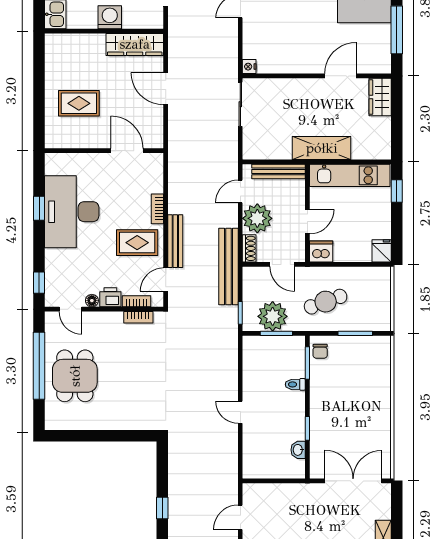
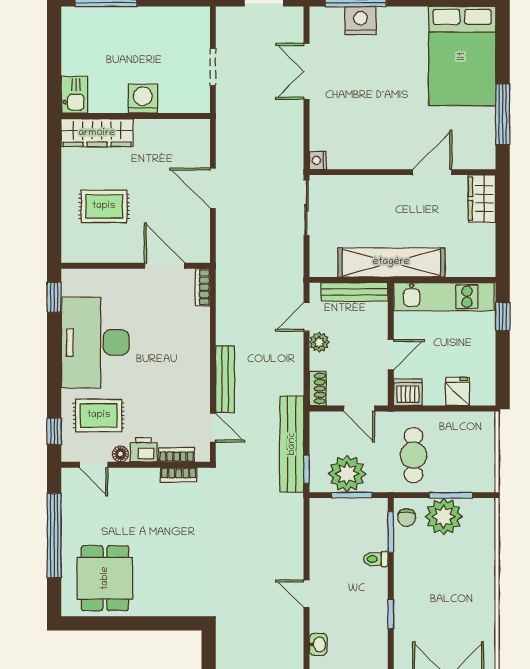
wardrobe: (135, 44) -> (97, 133), moved
shelving: (322, 148) -> (391, 262), width x1.47
window: (39, 208) -> (54, 297), moved
bookcase: (157, 209) -> (203, 287), moved
plant: (257, 218) -> (319, 342), width x0.53, depth x0.53
rug: (137, 243) -> (99, 415), moved
fridge: (382, 251) -> (457, 392), moved
bench: (228, 266) -> (292, 444), moved
door: (166, 280) -> (213, 428), swing flipped
cafe table: (326, 302) -> (414, 455), turned -70
plant: (350, 350) -> (444, 517), added
dining table: (75, 376) -> (105, 578), moved
washbasin: (298, 450) -> (318, 644), moved, turned 180

